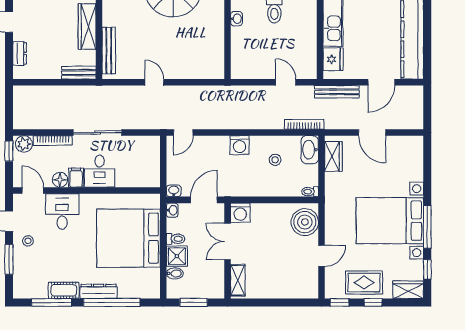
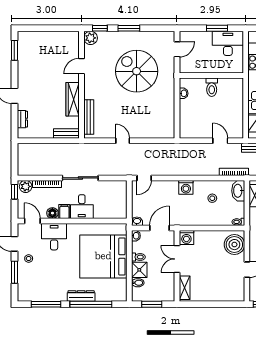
cot: (64, 290) -> (55, 295), removed

